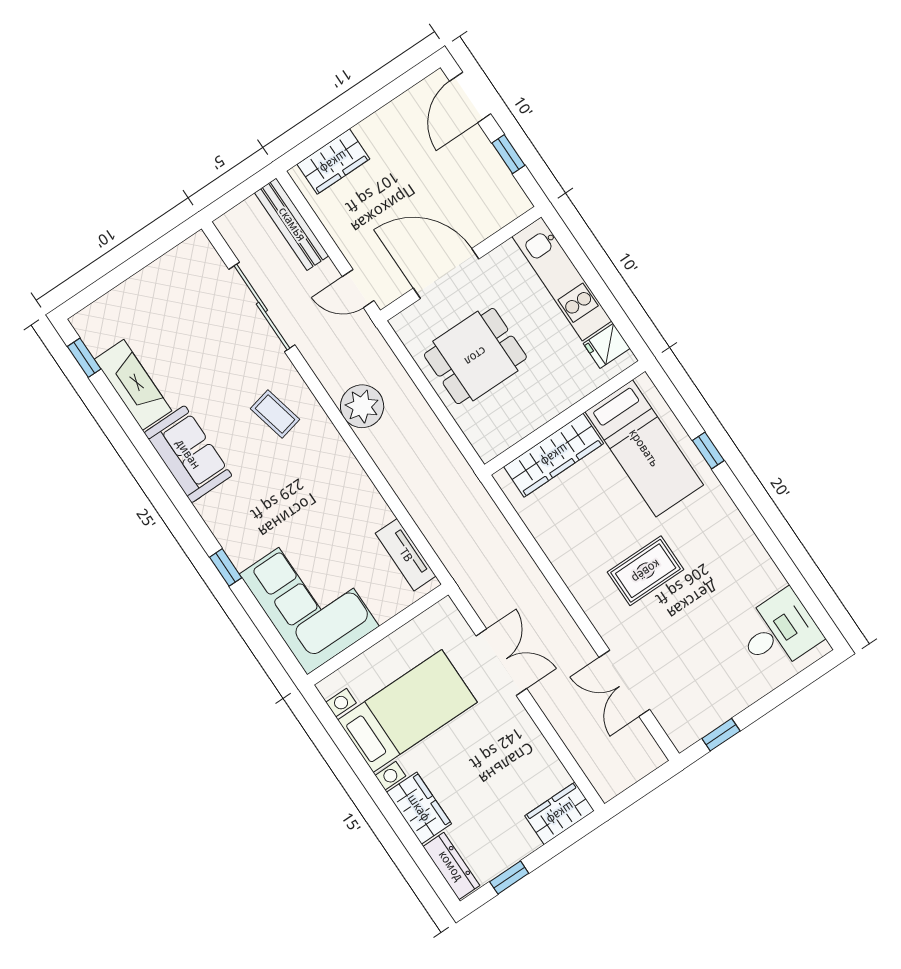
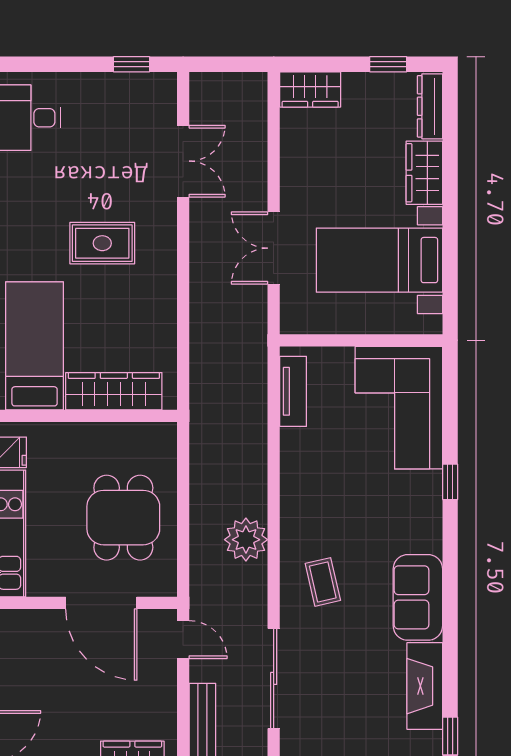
dining table: (475, 356) -> (123, 518), turned 90

